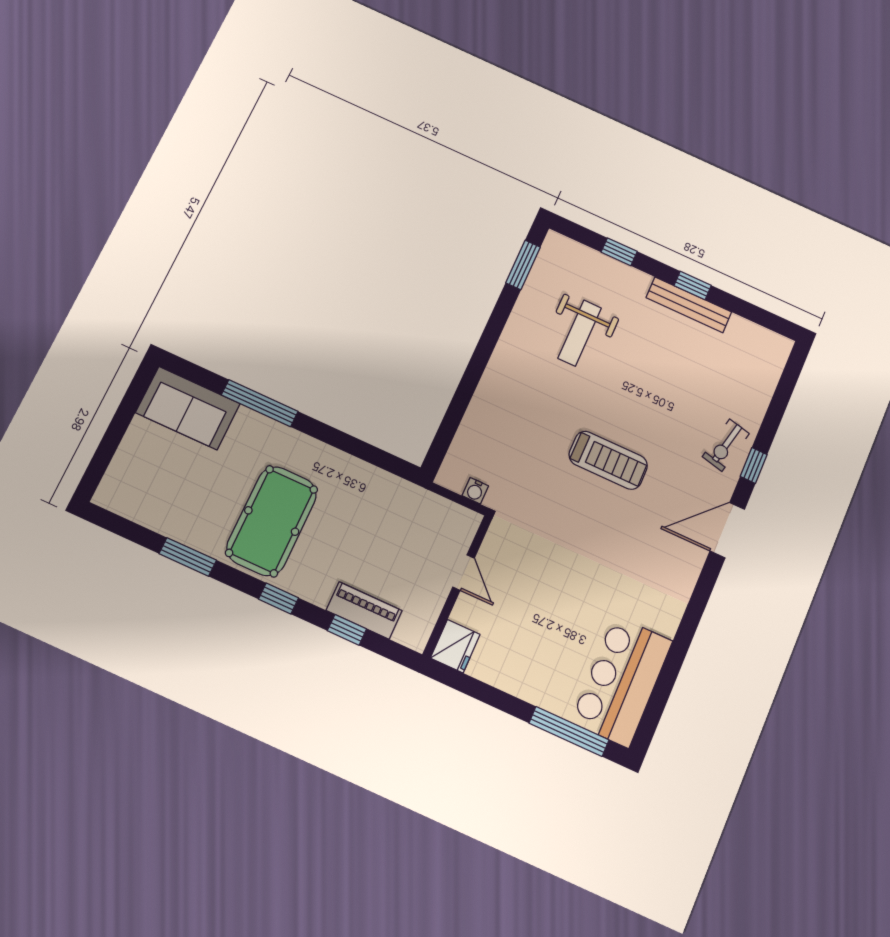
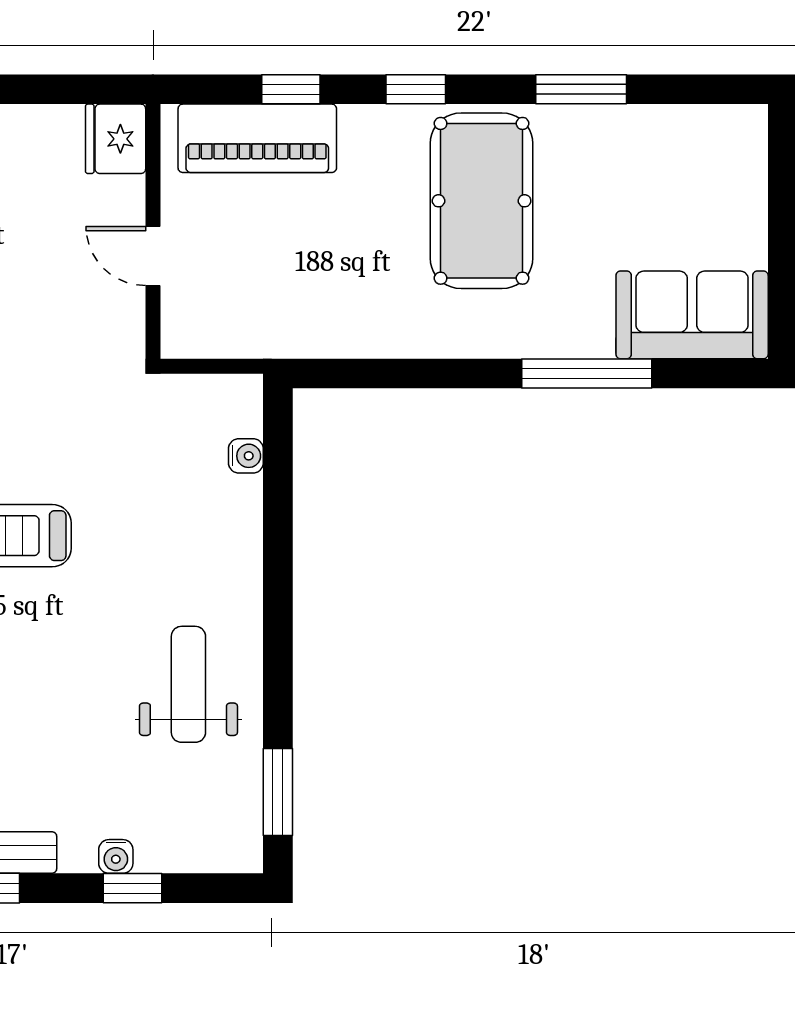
water cooler: (621, 271) -> (116, 856), added
weight bench: (580, 333) -> (188, 684), moved
water cooler: (475, 491) -> (246, 456), moved, turned 90
piano: (364, 610) -> (257, 138), width x1.37, depth x1.33

